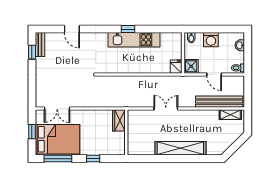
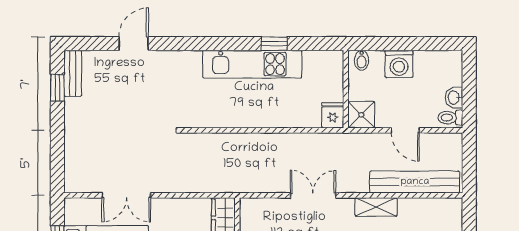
door: (72, 29) -> (134, 44), swing flipped
window: (128, 29) -> (274, 44), moved
washbasin: (240, 45) -> (454, 98), moved
double door: (57, 109) -> (126, 195), moved
shelving: (230, 115) -> (376, 207), moved

